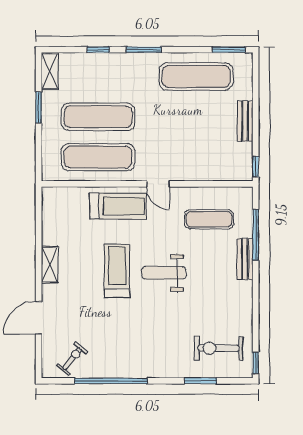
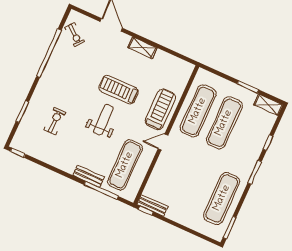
bench: (245, 121) -> (152, 205), moved
treadmill: (118, 206) -> (160, 109), turned 180
exercise mat: (209, 219) -> (125, 165), width x1.36, depth x1.45
treadmill: (117, 271) -> (119, 90), turned 180
exercise bike: (219, 348) -> (55, 121), moved, width x0.73, depth x0.72

